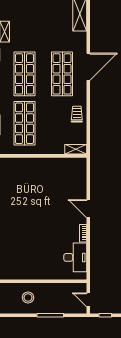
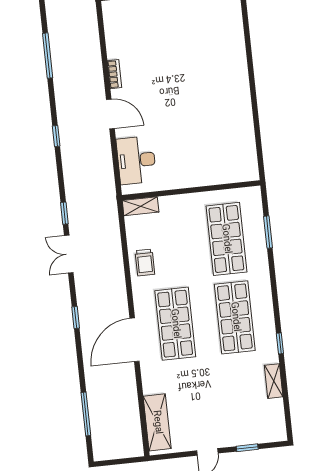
desk: (75, 257) -> (136, 160), moved

